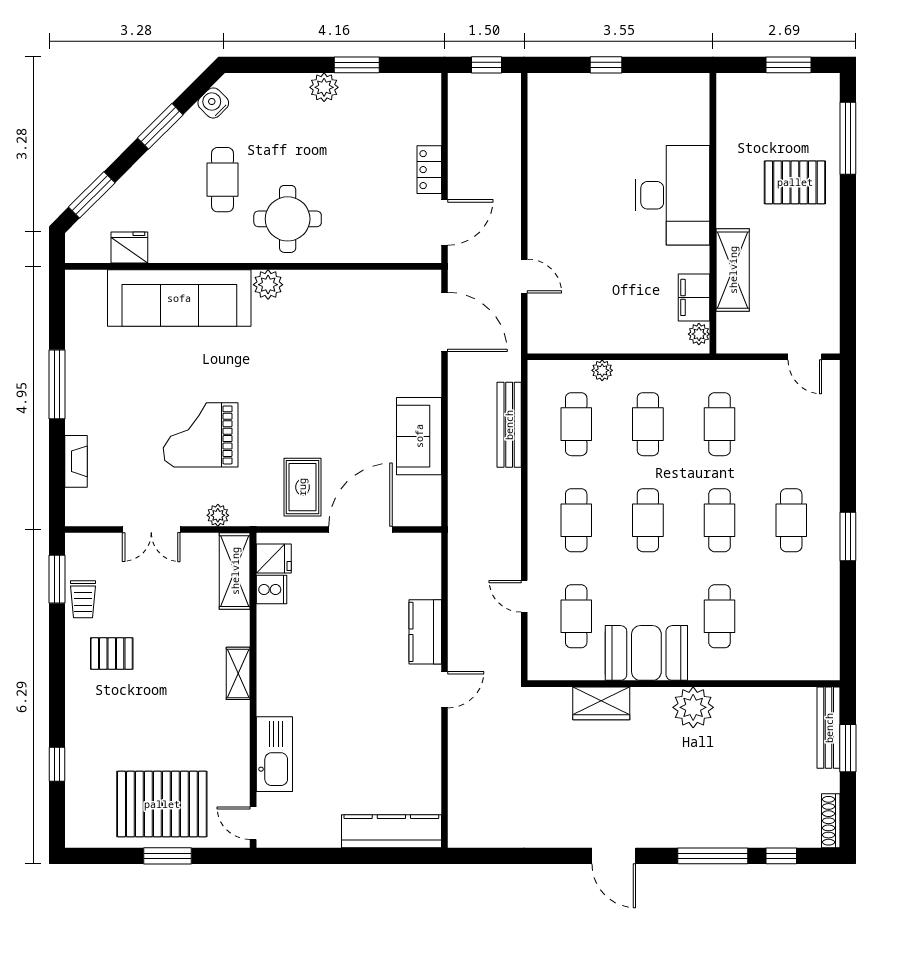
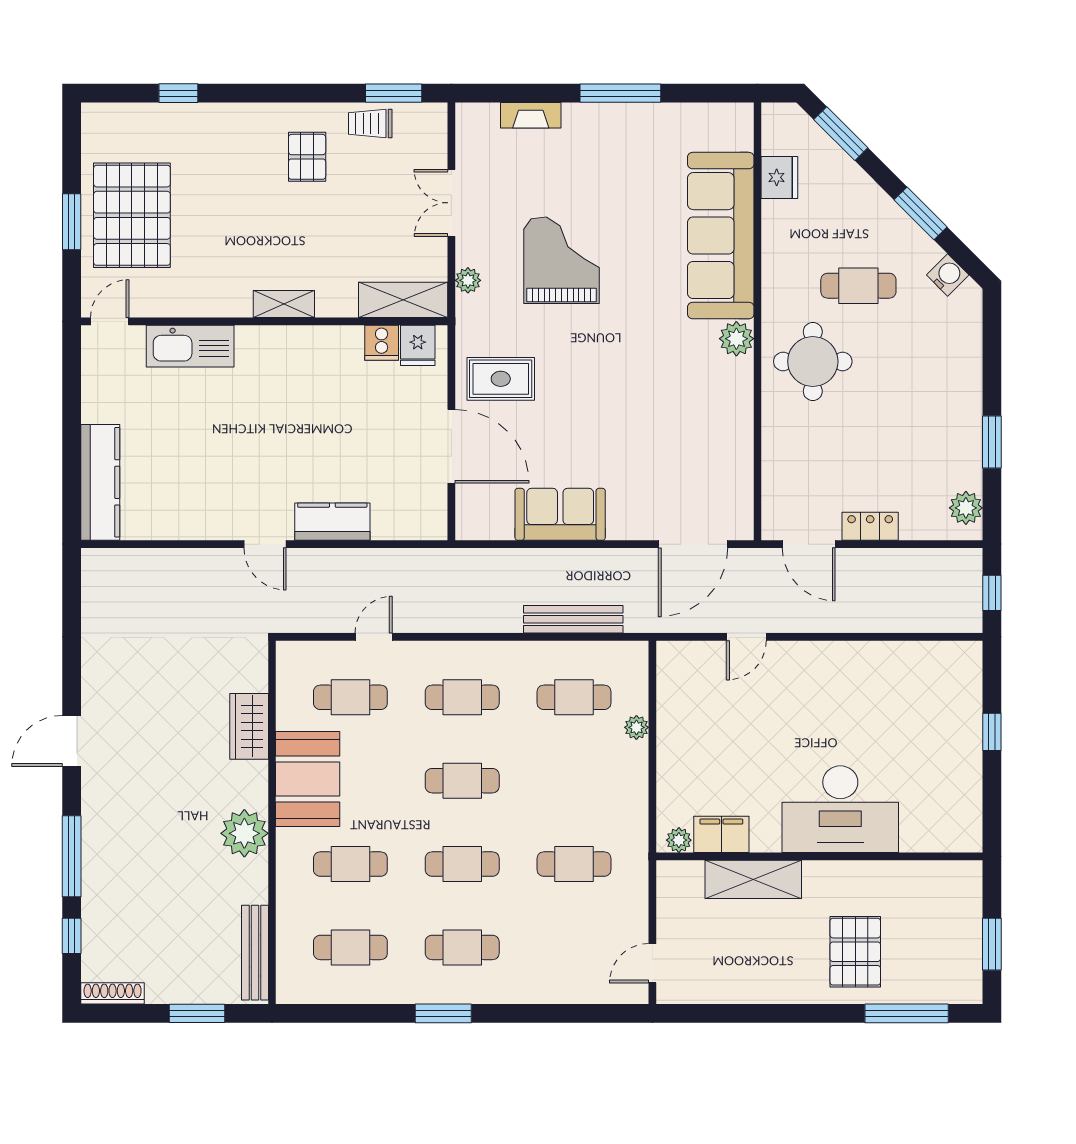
plant: (324, 87) -> (966, 508), moved
cafe table: (648, 424) -> (350, 947), moved
bench: (829, 728) -> (255, 953), moved, turned 90

